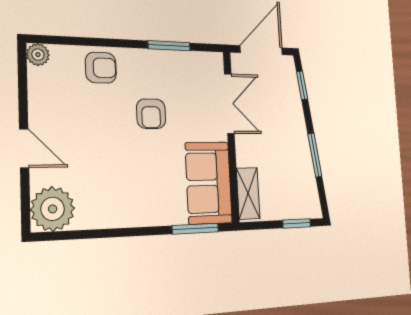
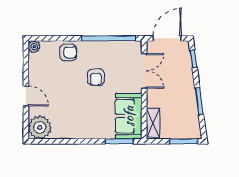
window: (169, 46) -> (108, 38), width x2.11
window: (297, 223) -> (184, 141), width x1.50

